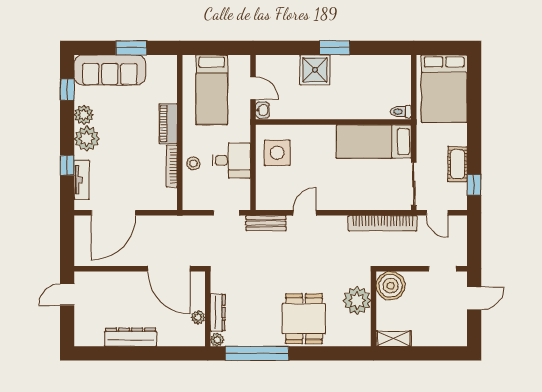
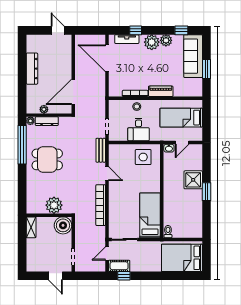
cot: (458, 164) -> (119, 266), moved
bookcase: (383, 223) -> (101, 205), moved
dining table: (304, 319) -> (47, 159), moved

